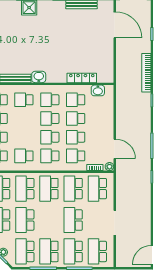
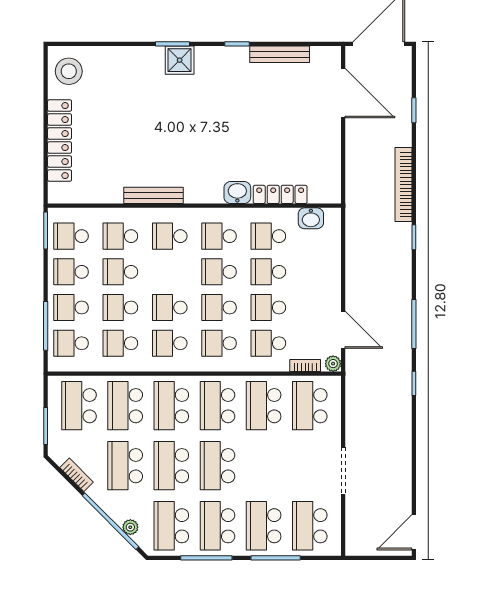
washbasin: (39, 77) -> (237, 193), moved
school desk: (24, 137) -> (170, 308), added
school desk: (73, 220) -> (217, 466), moved

